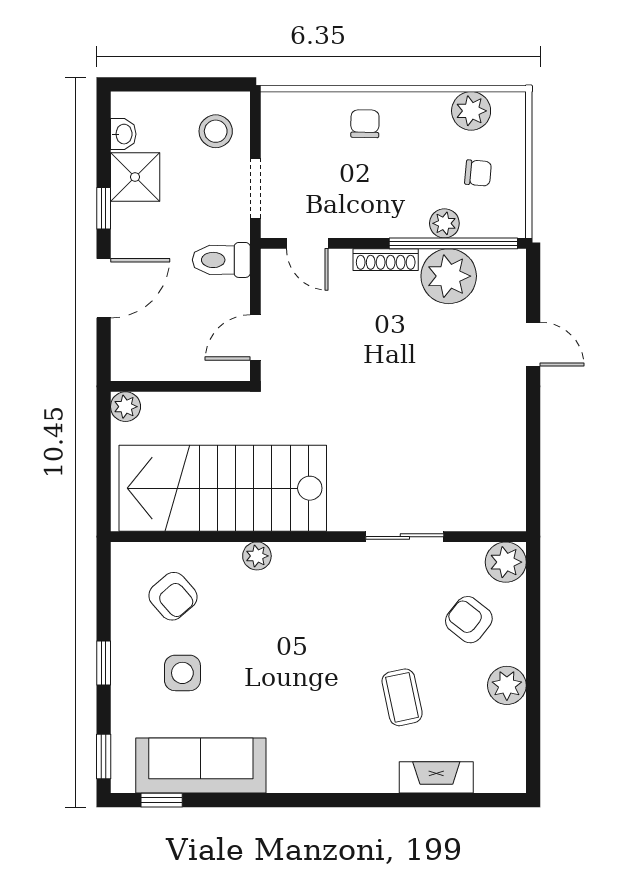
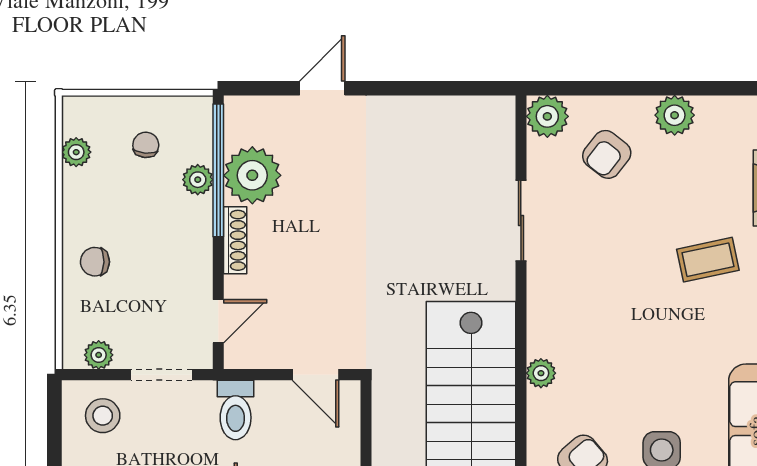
plant: (471, 111) -> (76, 152), width x0.73, depth x0.73
plant: (275, 127) -> (99, 355), added
coffee table: (402, 697) -> (708, 260), moved

